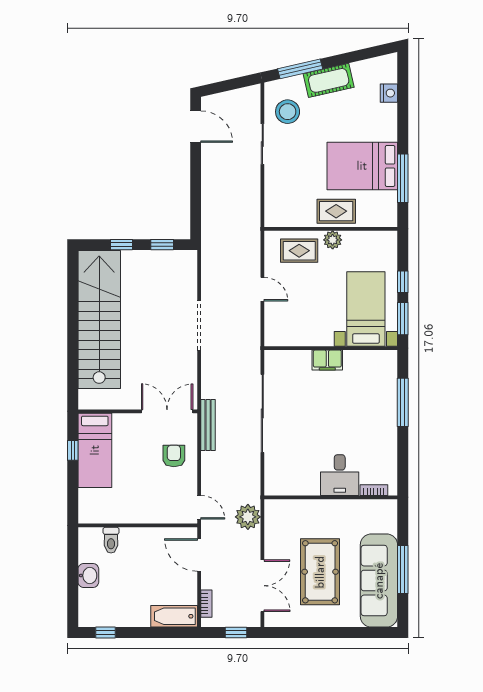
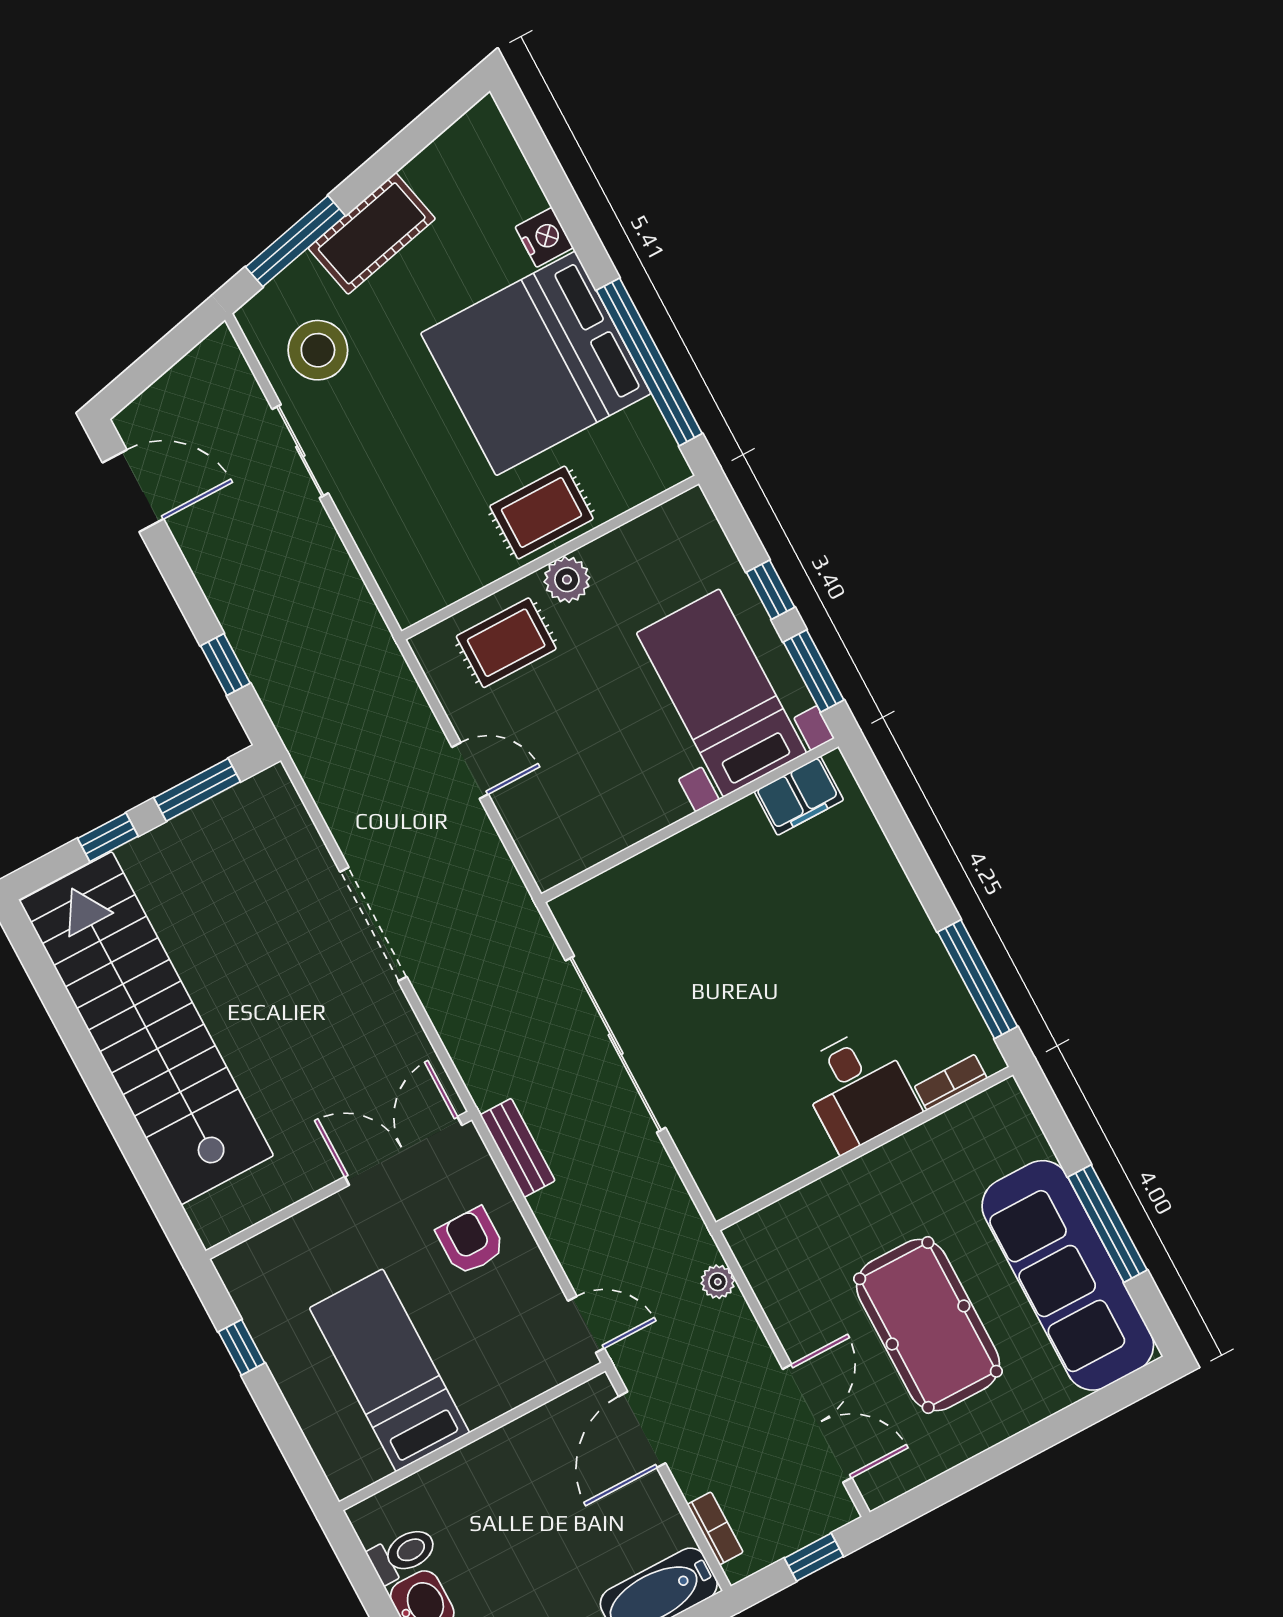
nightstand: (389, 93) -> (544, 237), moved
bed: (362, 166) -> (536, 363), width x1.36
window: (403, 178) -> (649, 362), width x1.46
window: (196, 206) -> (225, 665), added
window: (162, 245) -> (197, 790), width x1.50
filing cabinet: (327, 360) -> (799, 796), moved
window: (403, 402) -> (978, 979), moved
bench: (208, 425) -> (518, 1148), width x0.73
bed: (95, 450) -> (390, 1370), moved, turned 180
plant: (248, 517) -> (718, 1282), width x0.53, depth x0.53
toilet: (111, 540) -> (403, 1554), moved, turned -90
door: (199, 555) -> (642, 1430), hinge flipped

